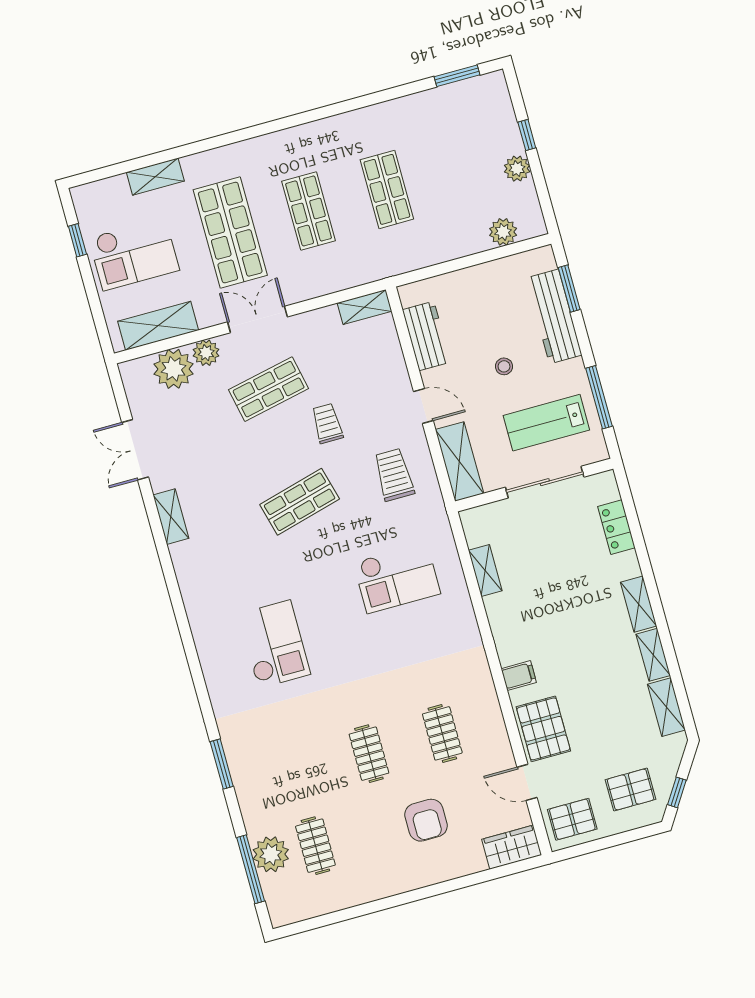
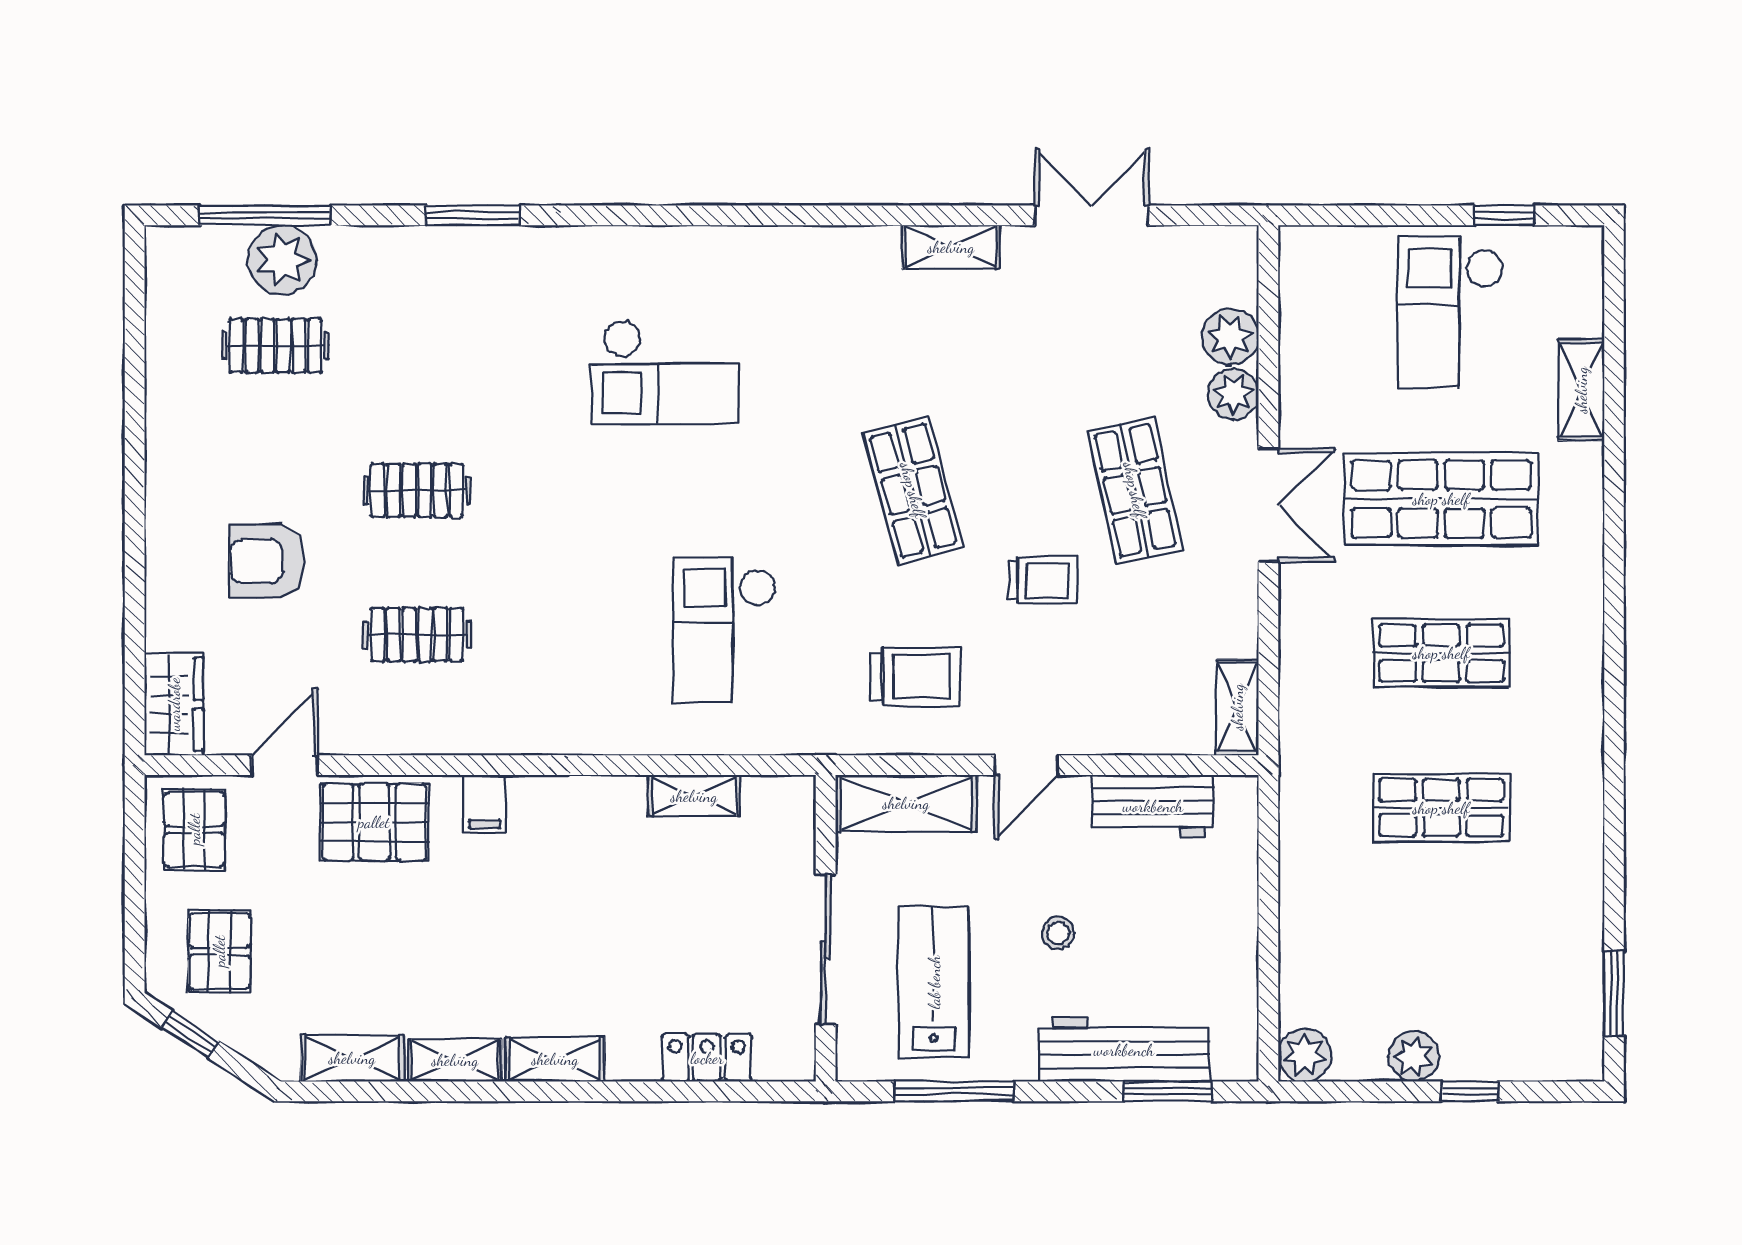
plant: (503, 232) -> (1305, 1055), moved
shelving: (158, 326) -> (1307, 320), removed
plant: (174, 369) -> (1230, 337), width x0.73, depth x0.73

